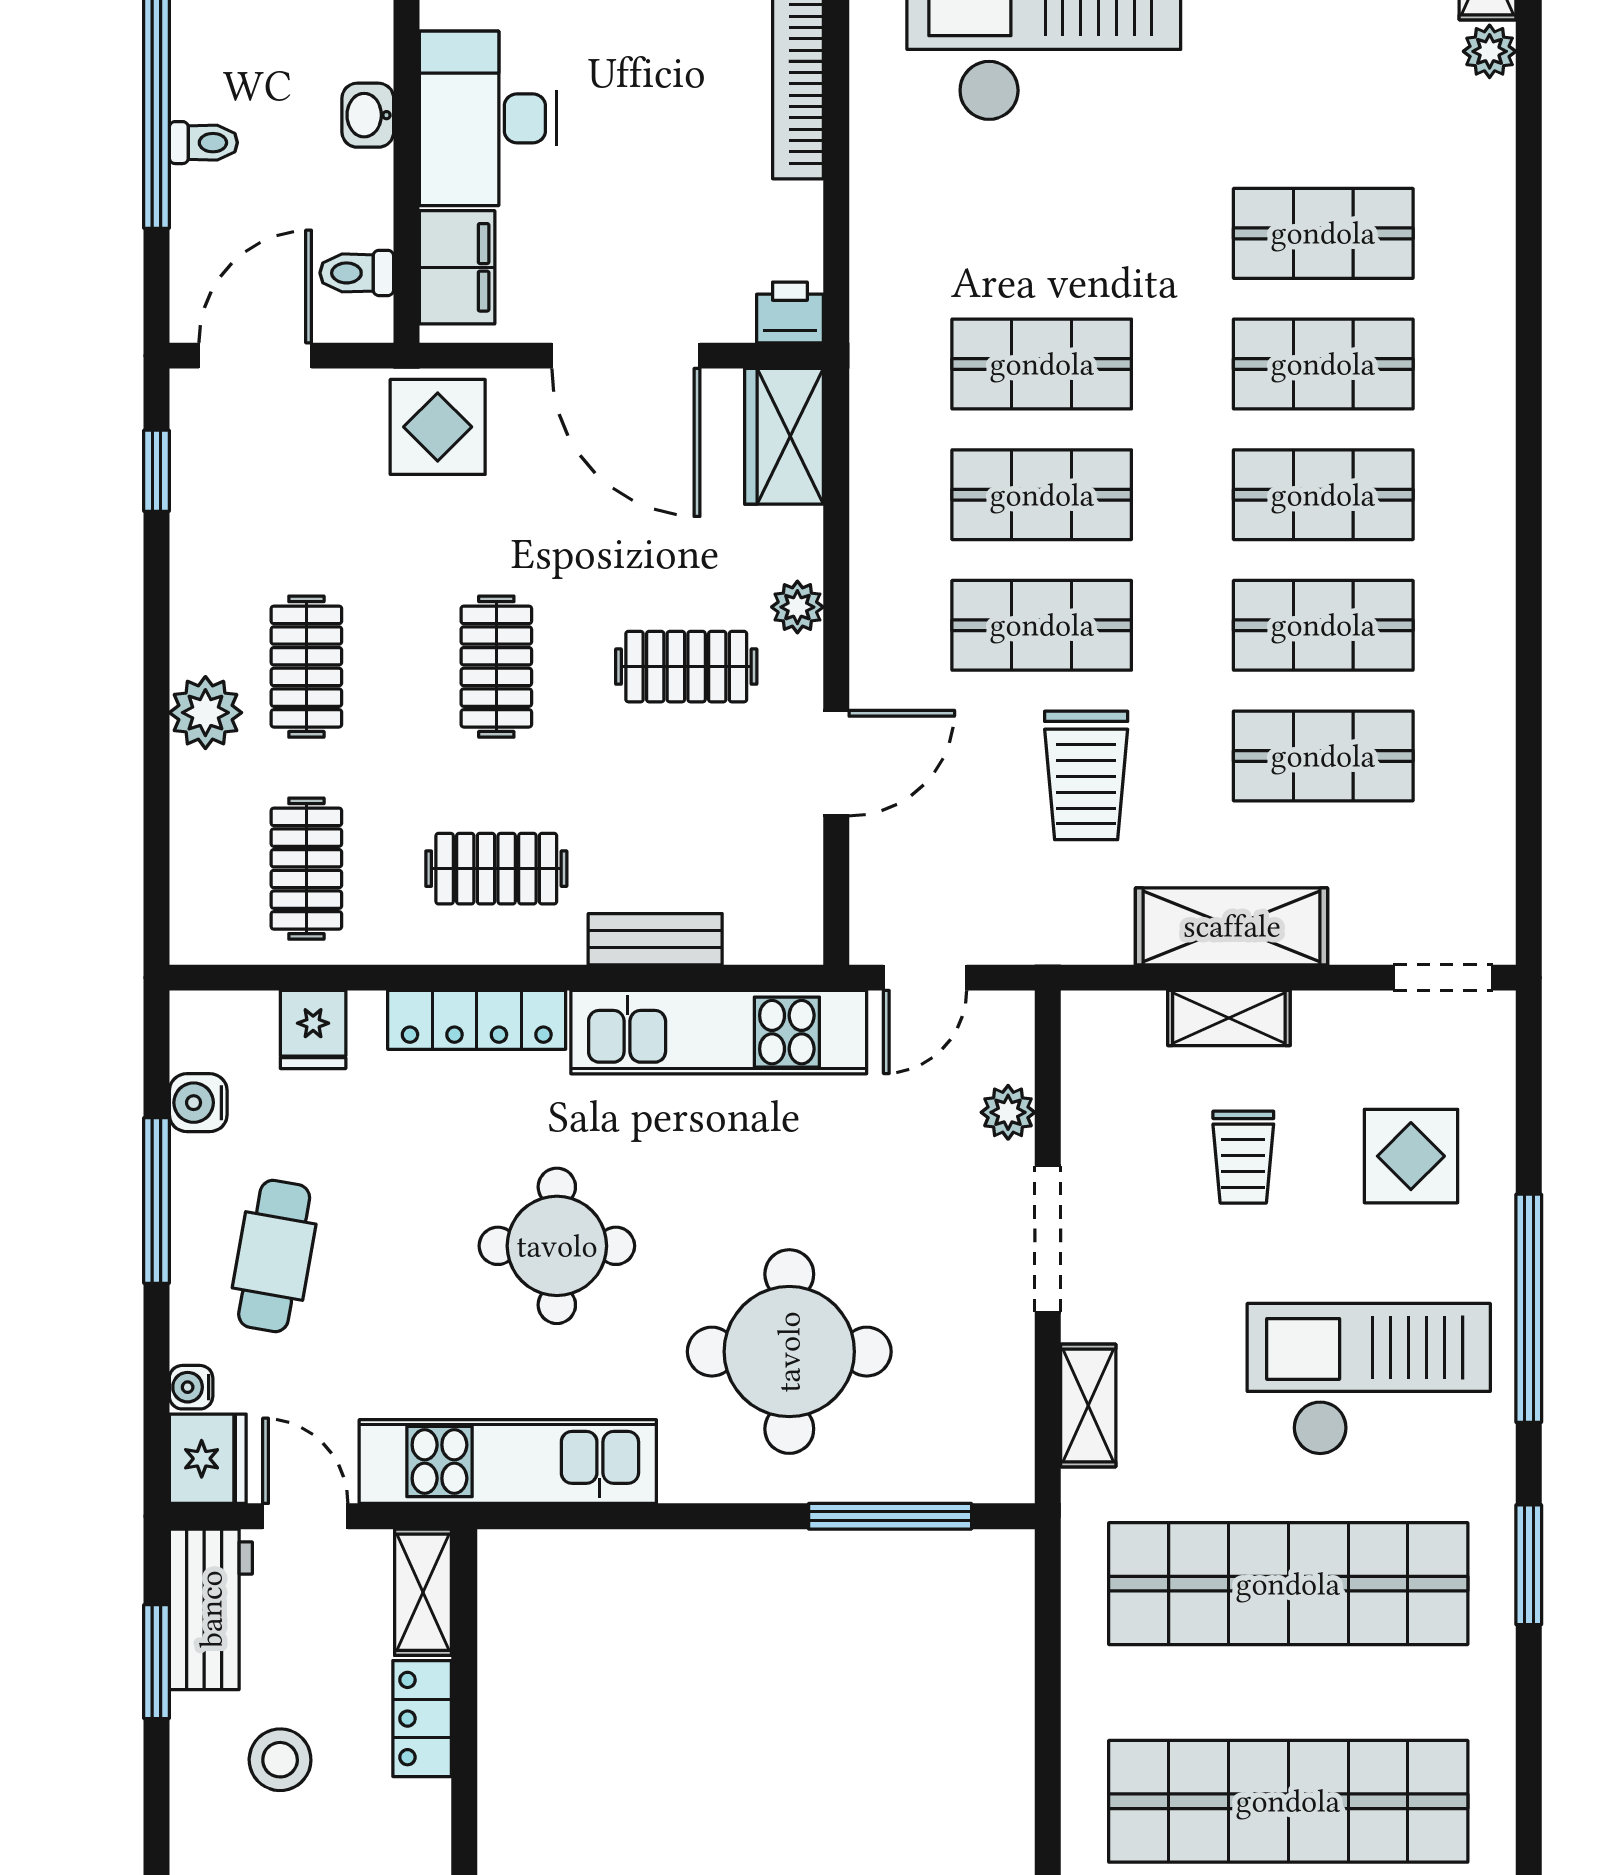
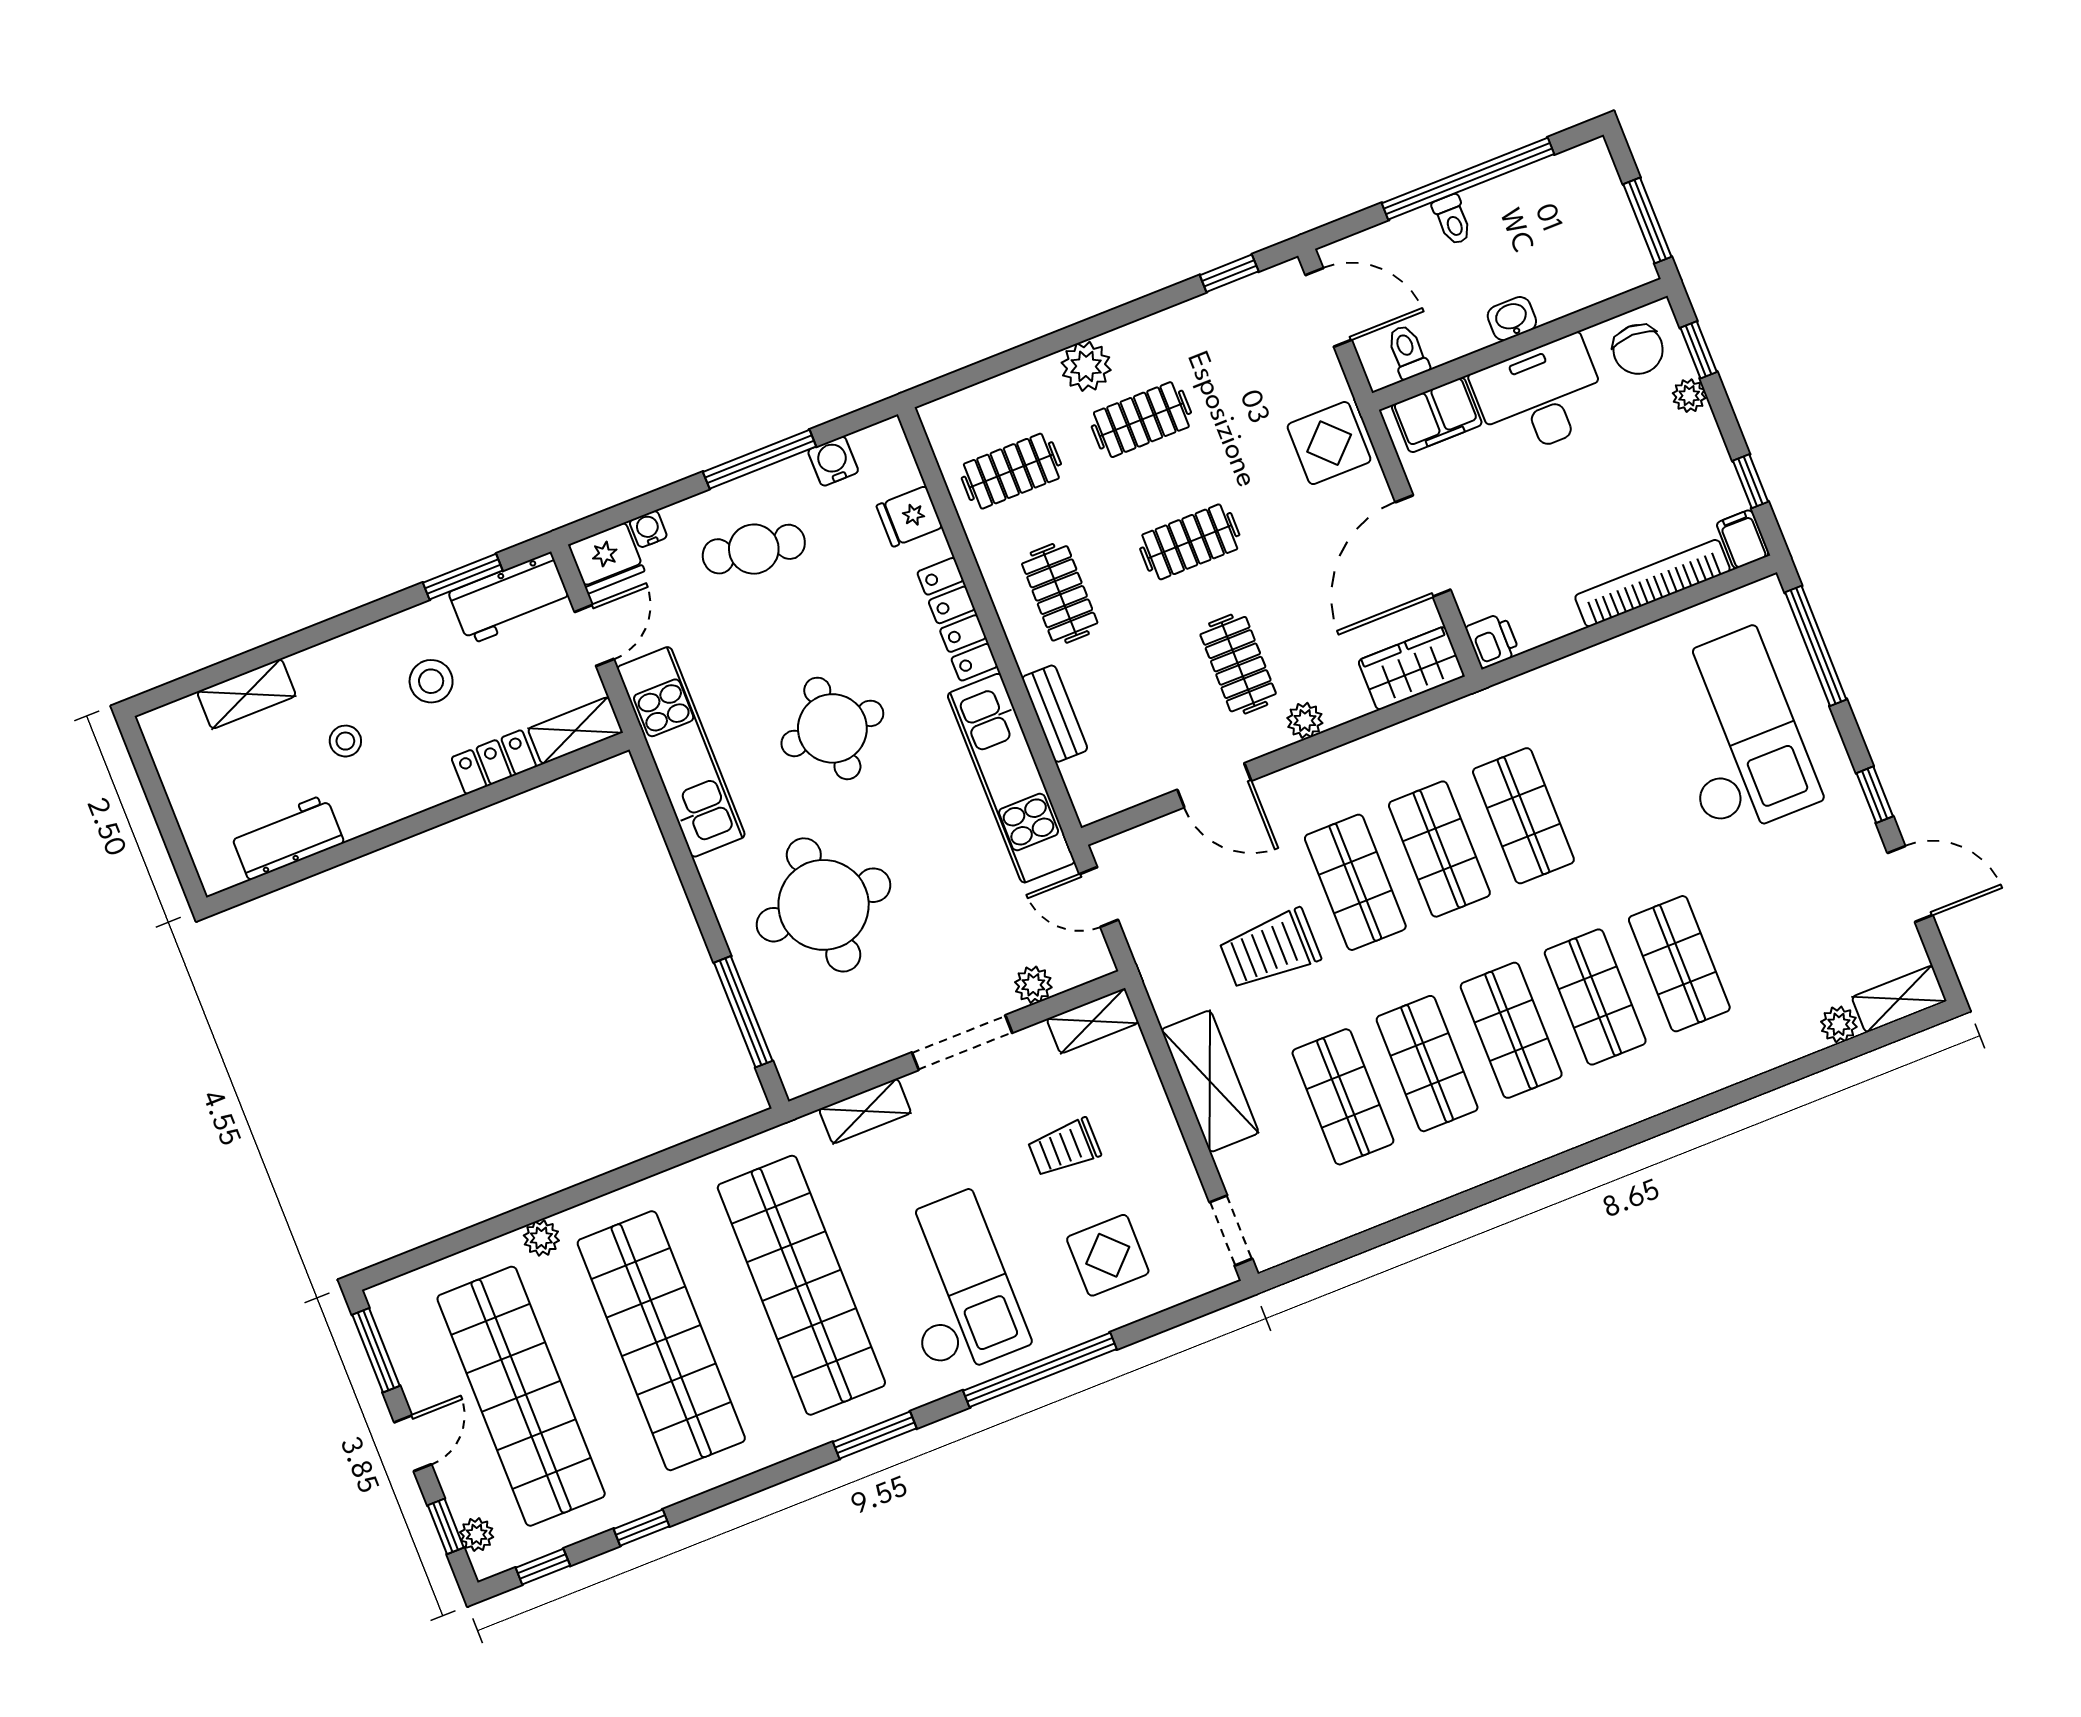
shelving: (1229, 1018) -> (1093, 1021), moved, turned 90

